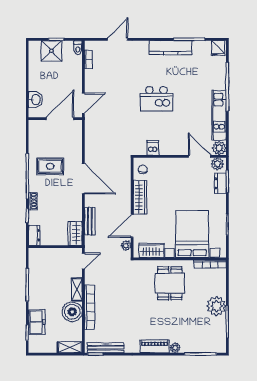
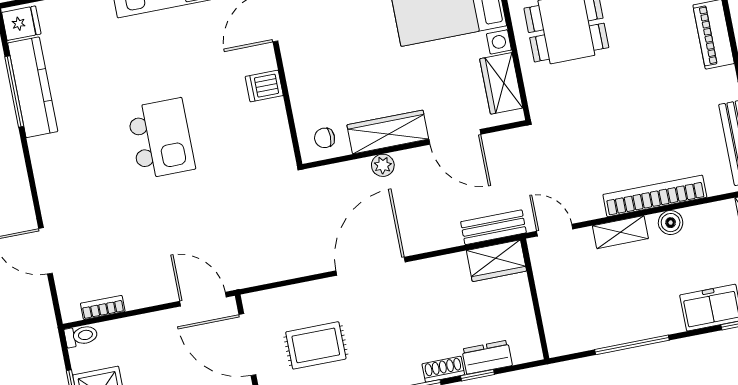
kitchen counter: (170, 48) -> (33, 87), moved
dishwasher: (153, 148) -> (264, 86), moved
rug: (50, 166) -> (316, 345), moved, turned 90
bench: (90, 221) -> (493, 227), moved
dresser: (34, 235) -> (487, 357), moved
plant: (126, 246) -> (383, 165), moved
boiler: (72, 312) -> (671, 223), width x0.54, depth x0.54

